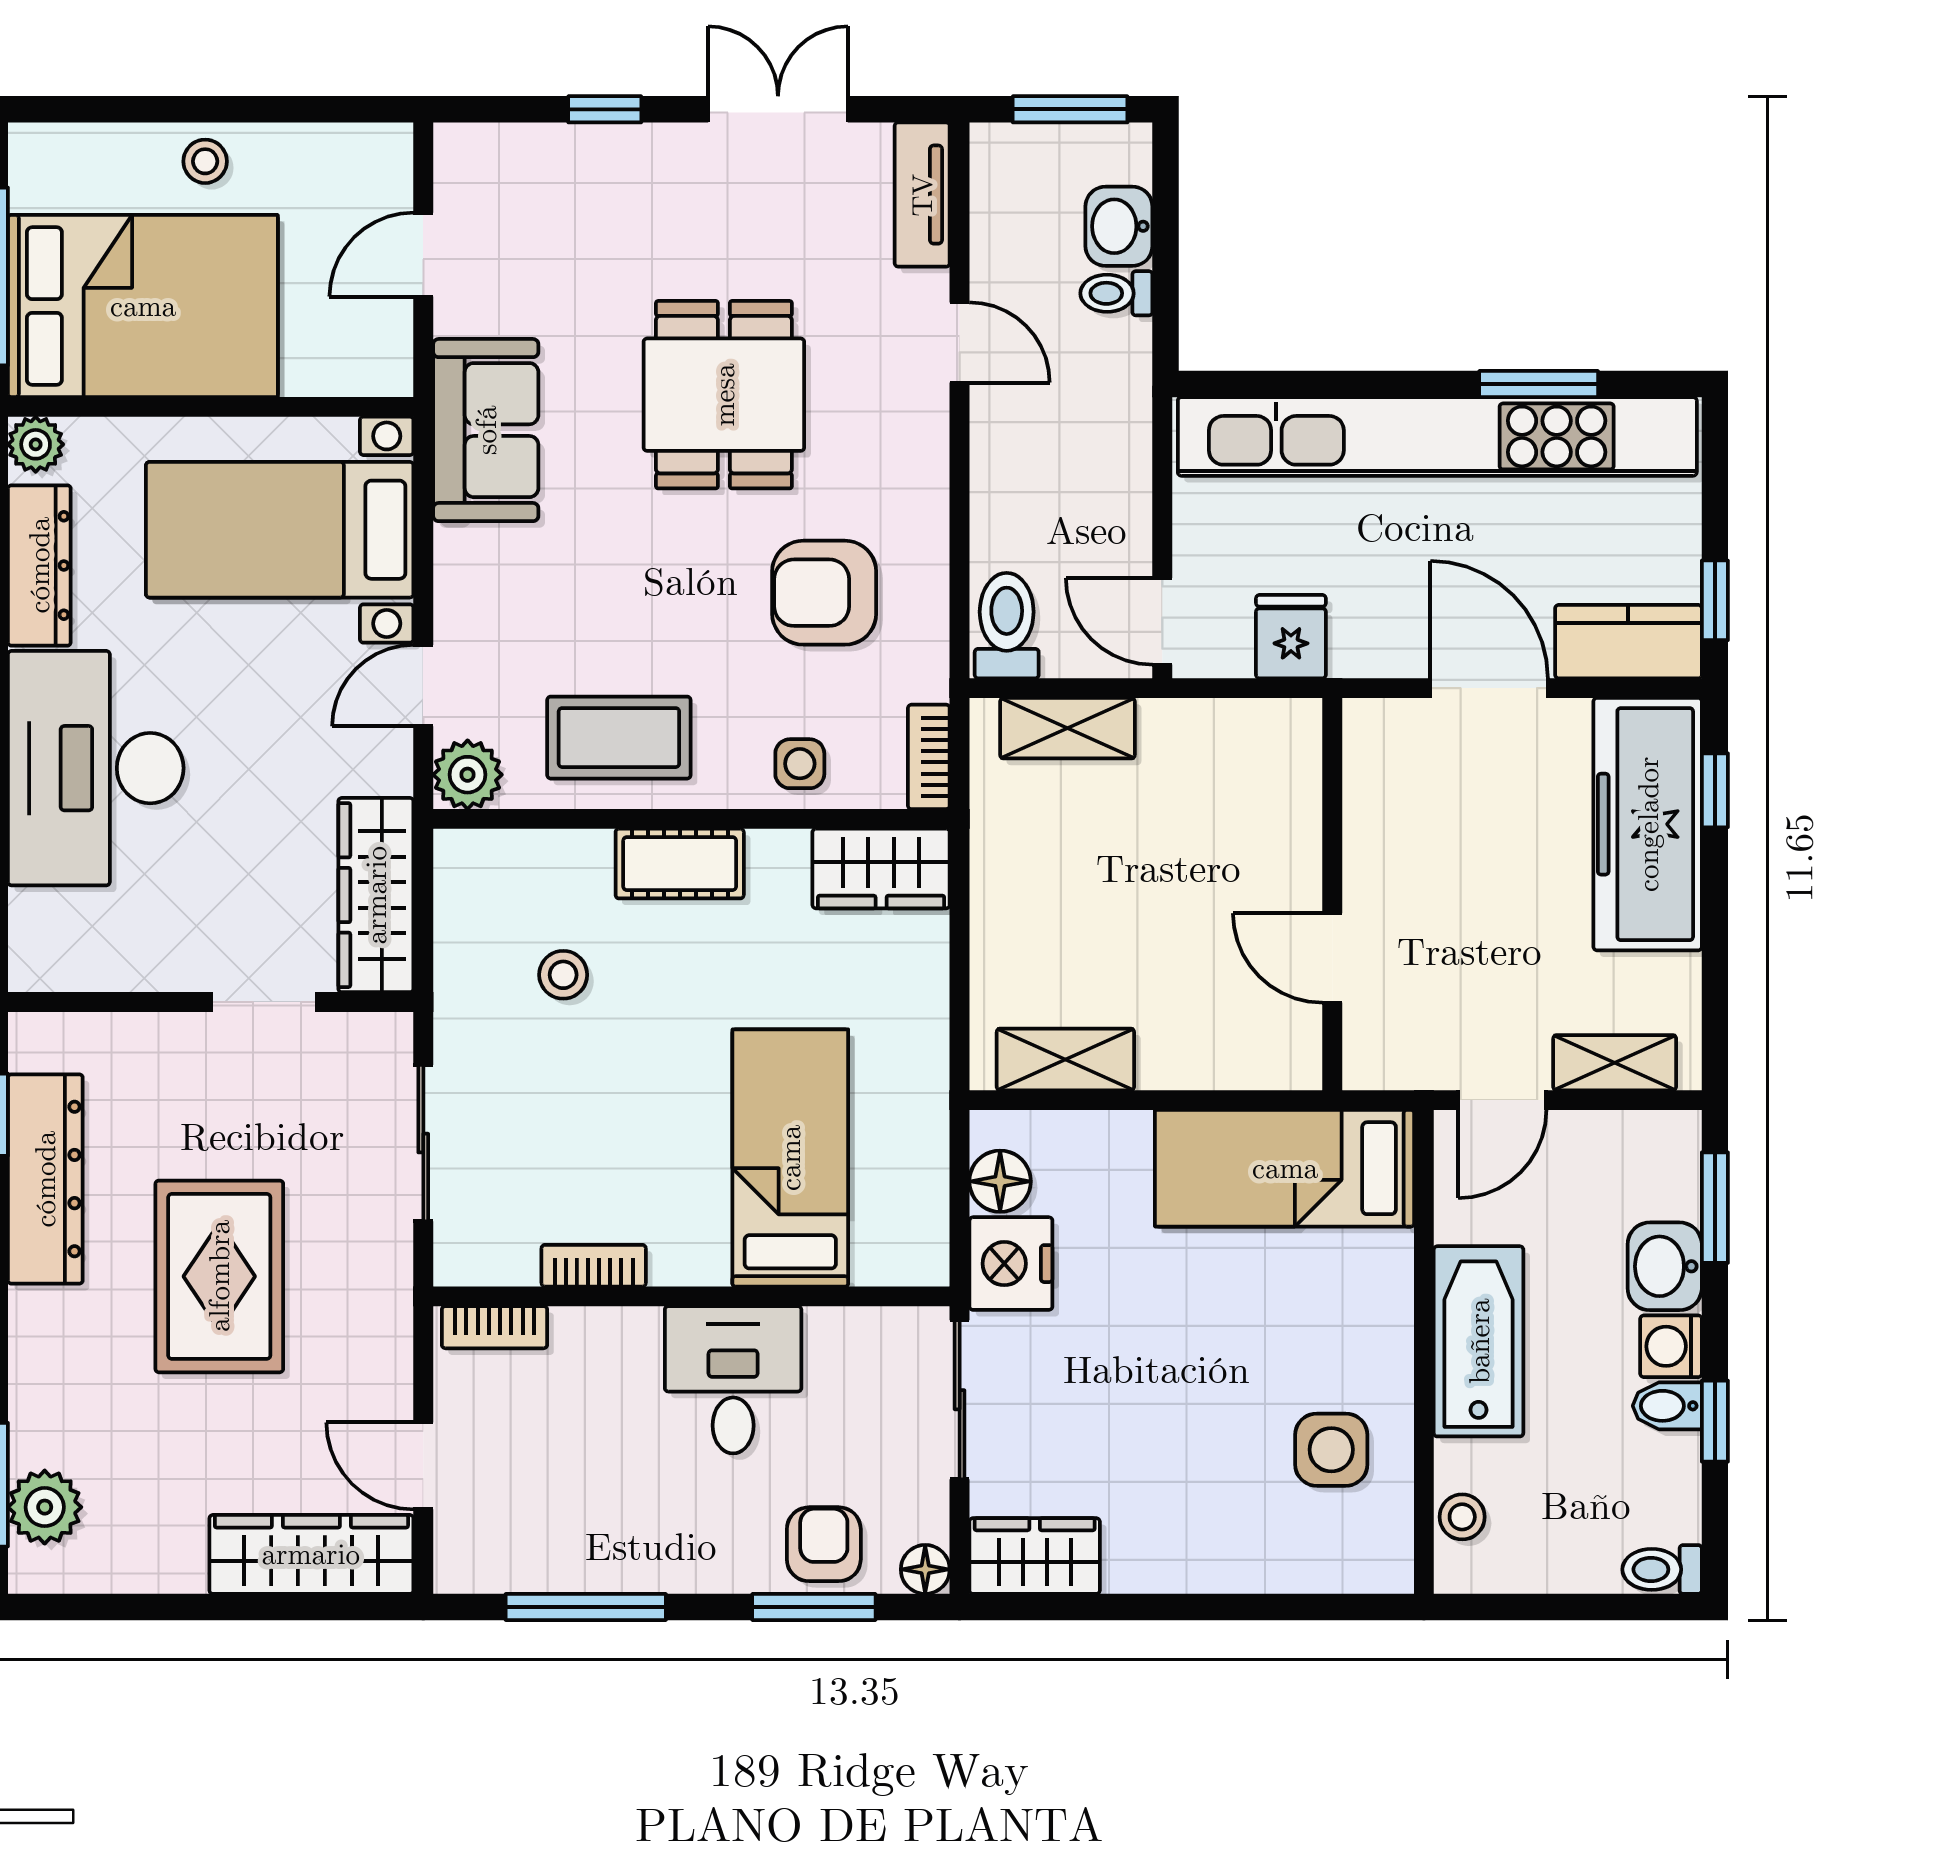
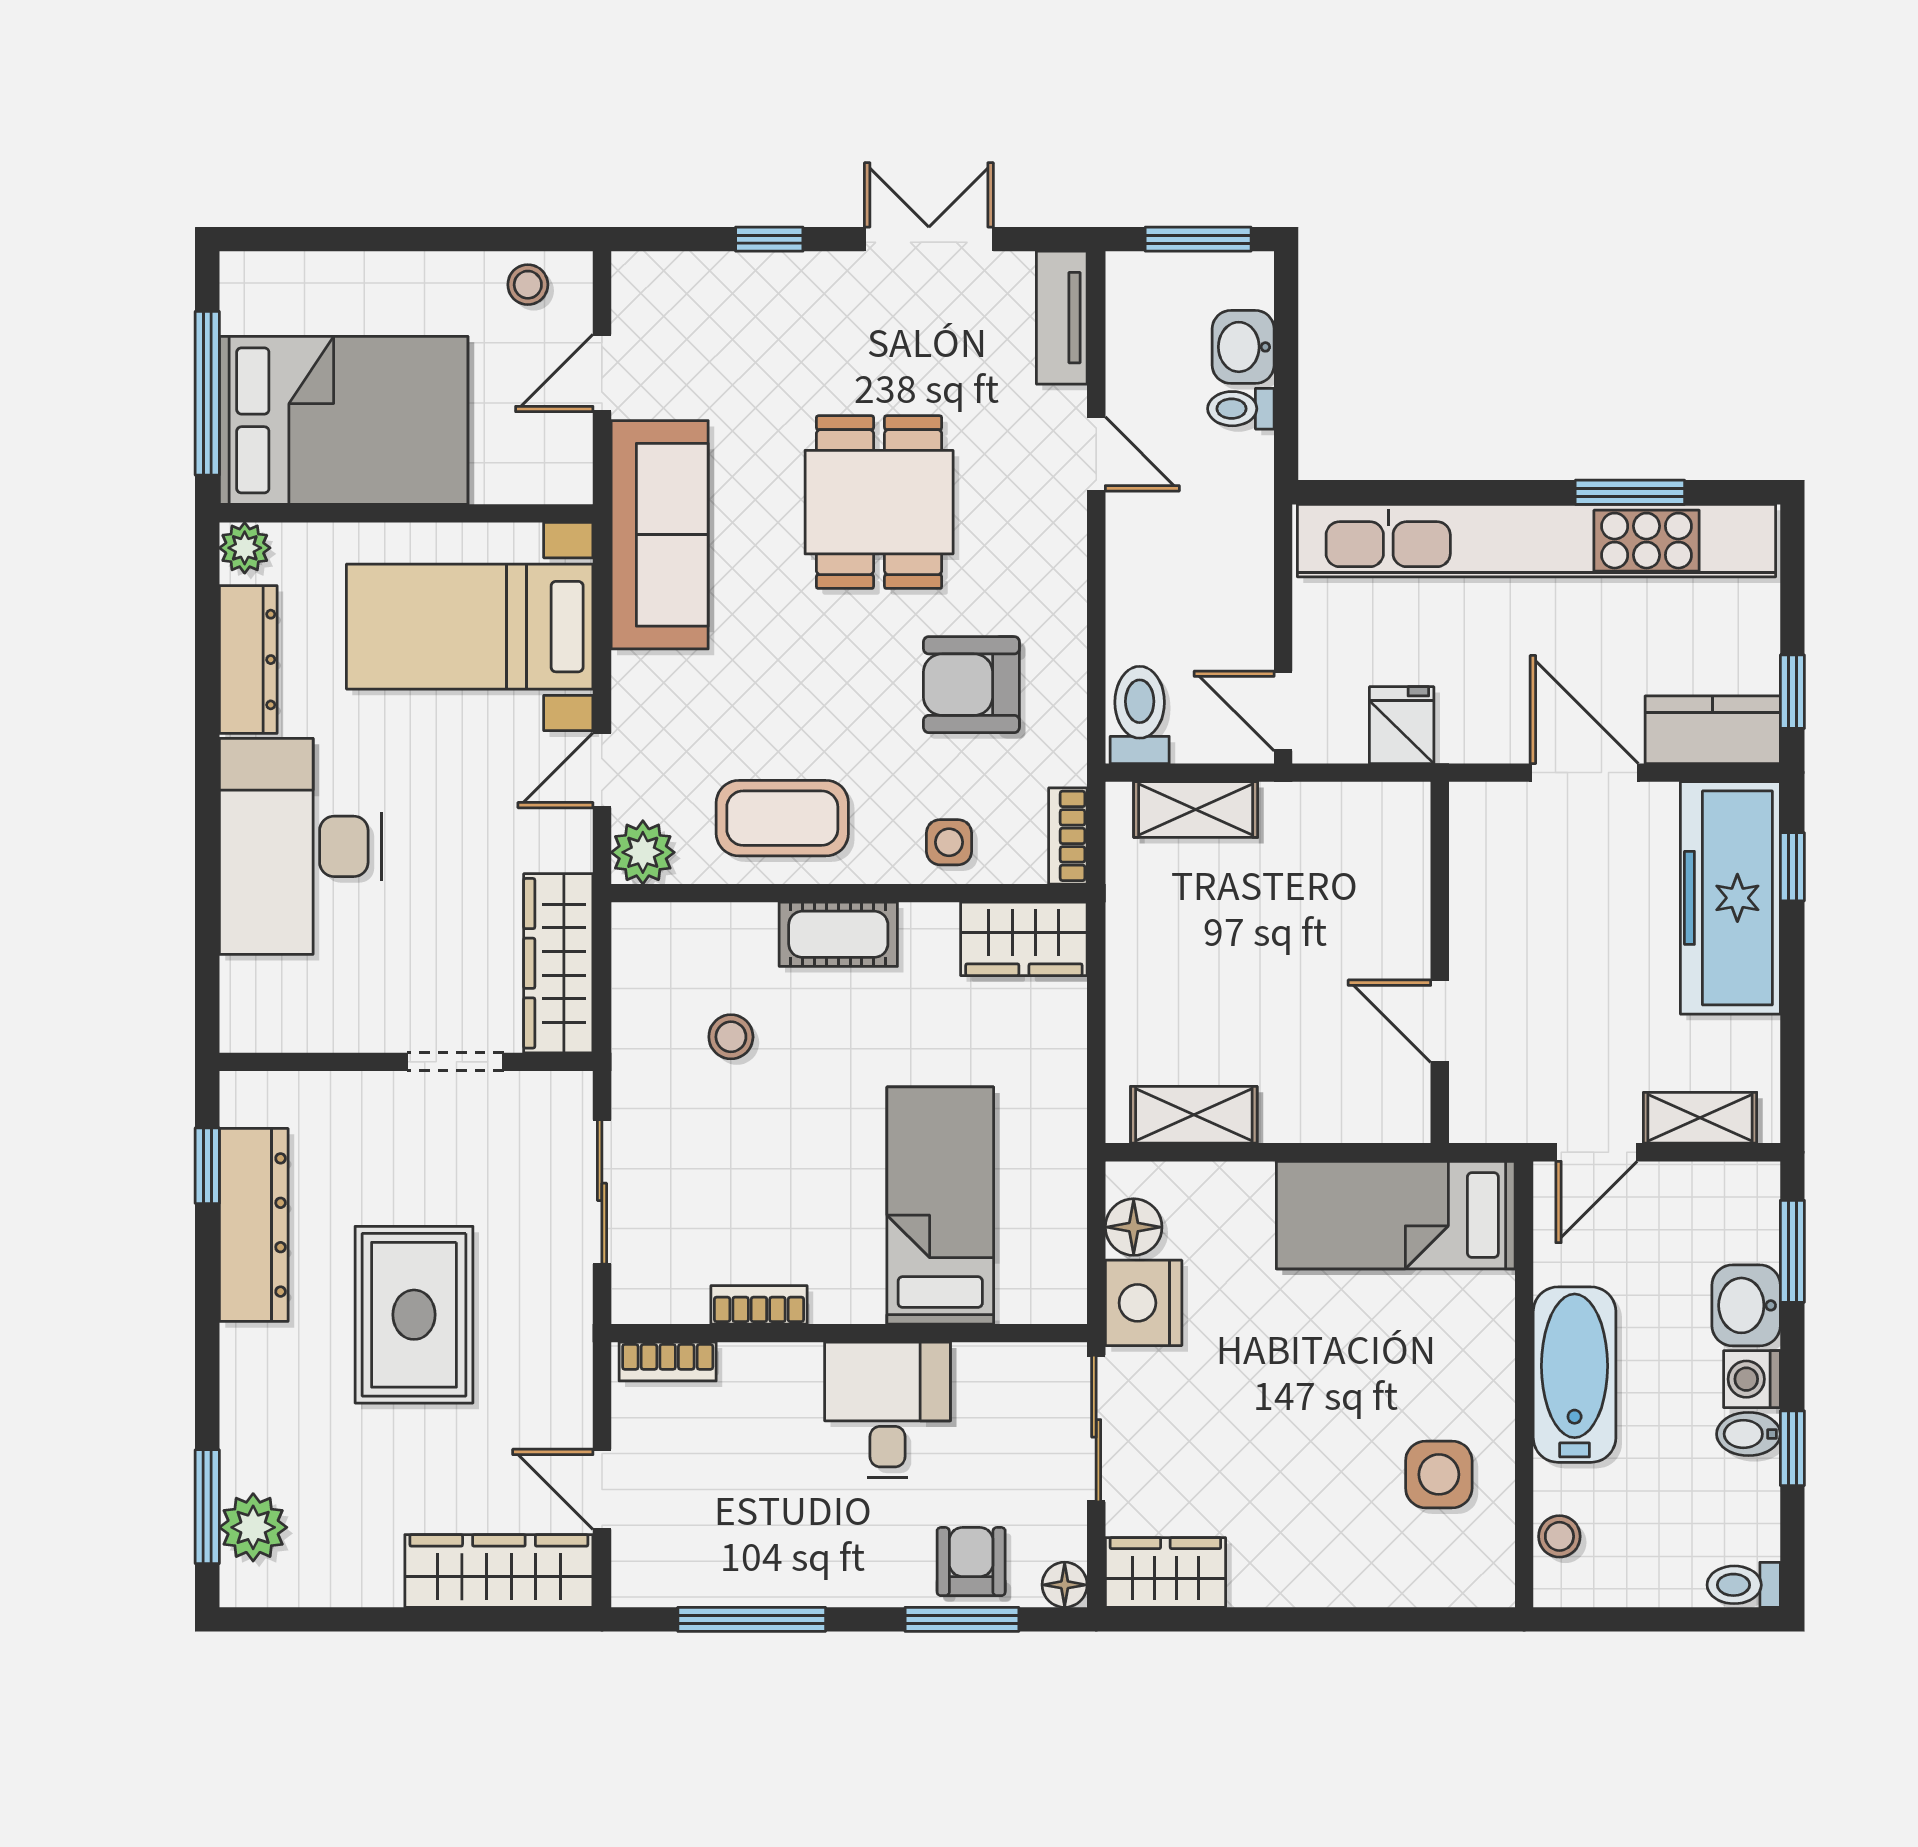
stool: (205, 161) -> (528, 285), moved
sofa: (486, 430) -> (660, 535), width x1.36

